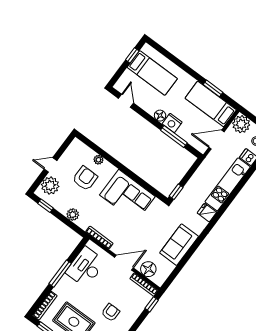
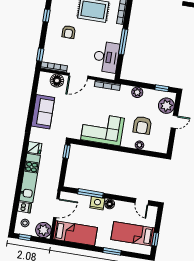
window: (213, 88) -> (112, 251), moved

